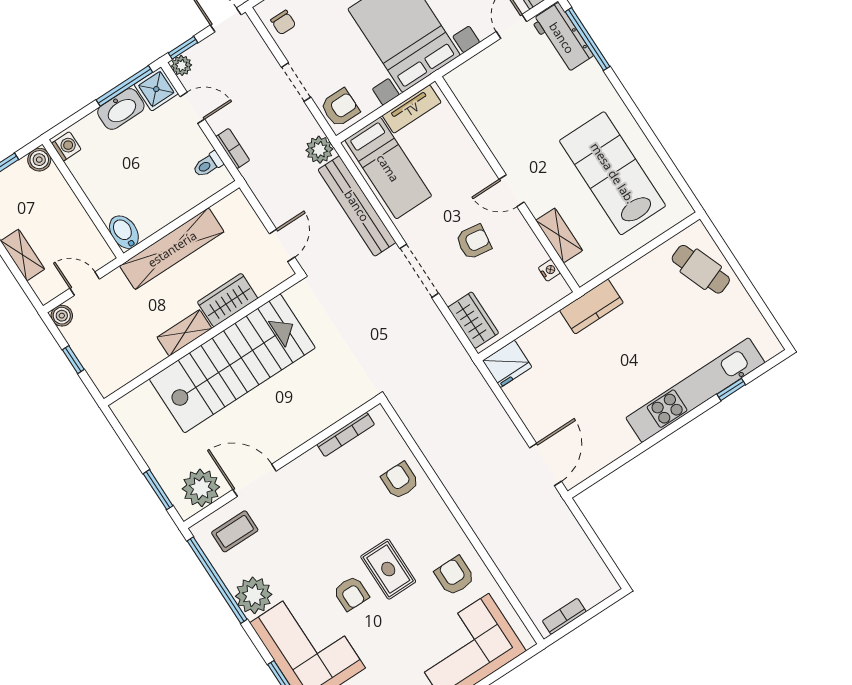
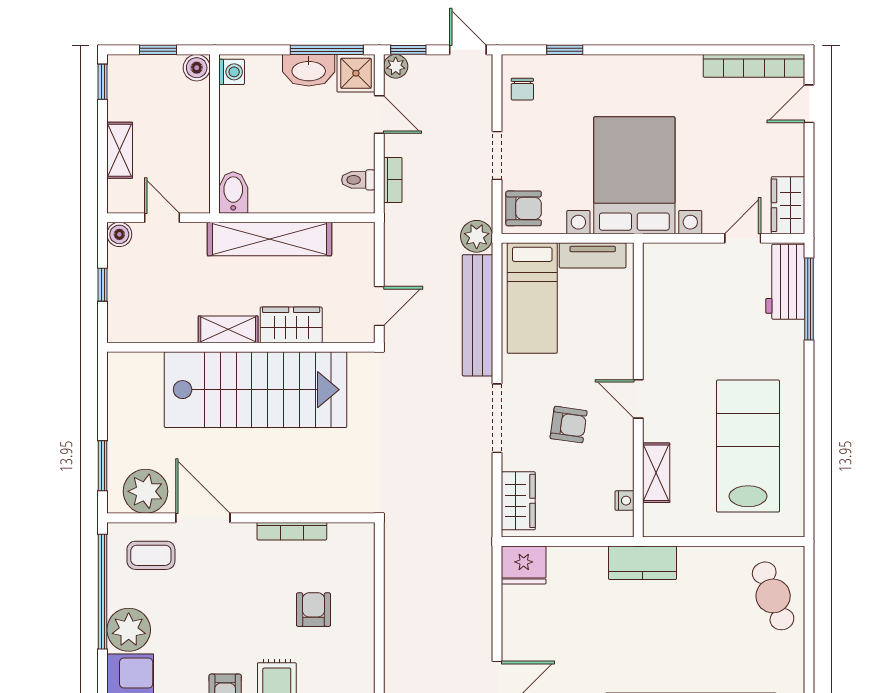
bookcase: (346, 434) -> (292, 531), moved
armchair: (400, 481) -> (313, 610), moved

